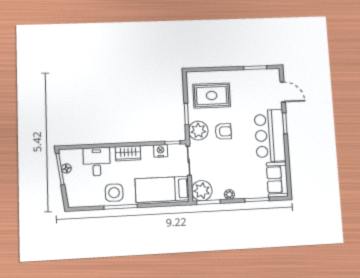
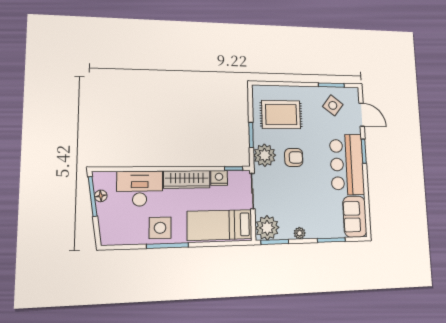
side table: (257, 85) -> (333, 105), added
wardrobe: (128, 153) -> (187, 179), width x1.50
desk: (97, 162) -> (140, 188), width x1.37

